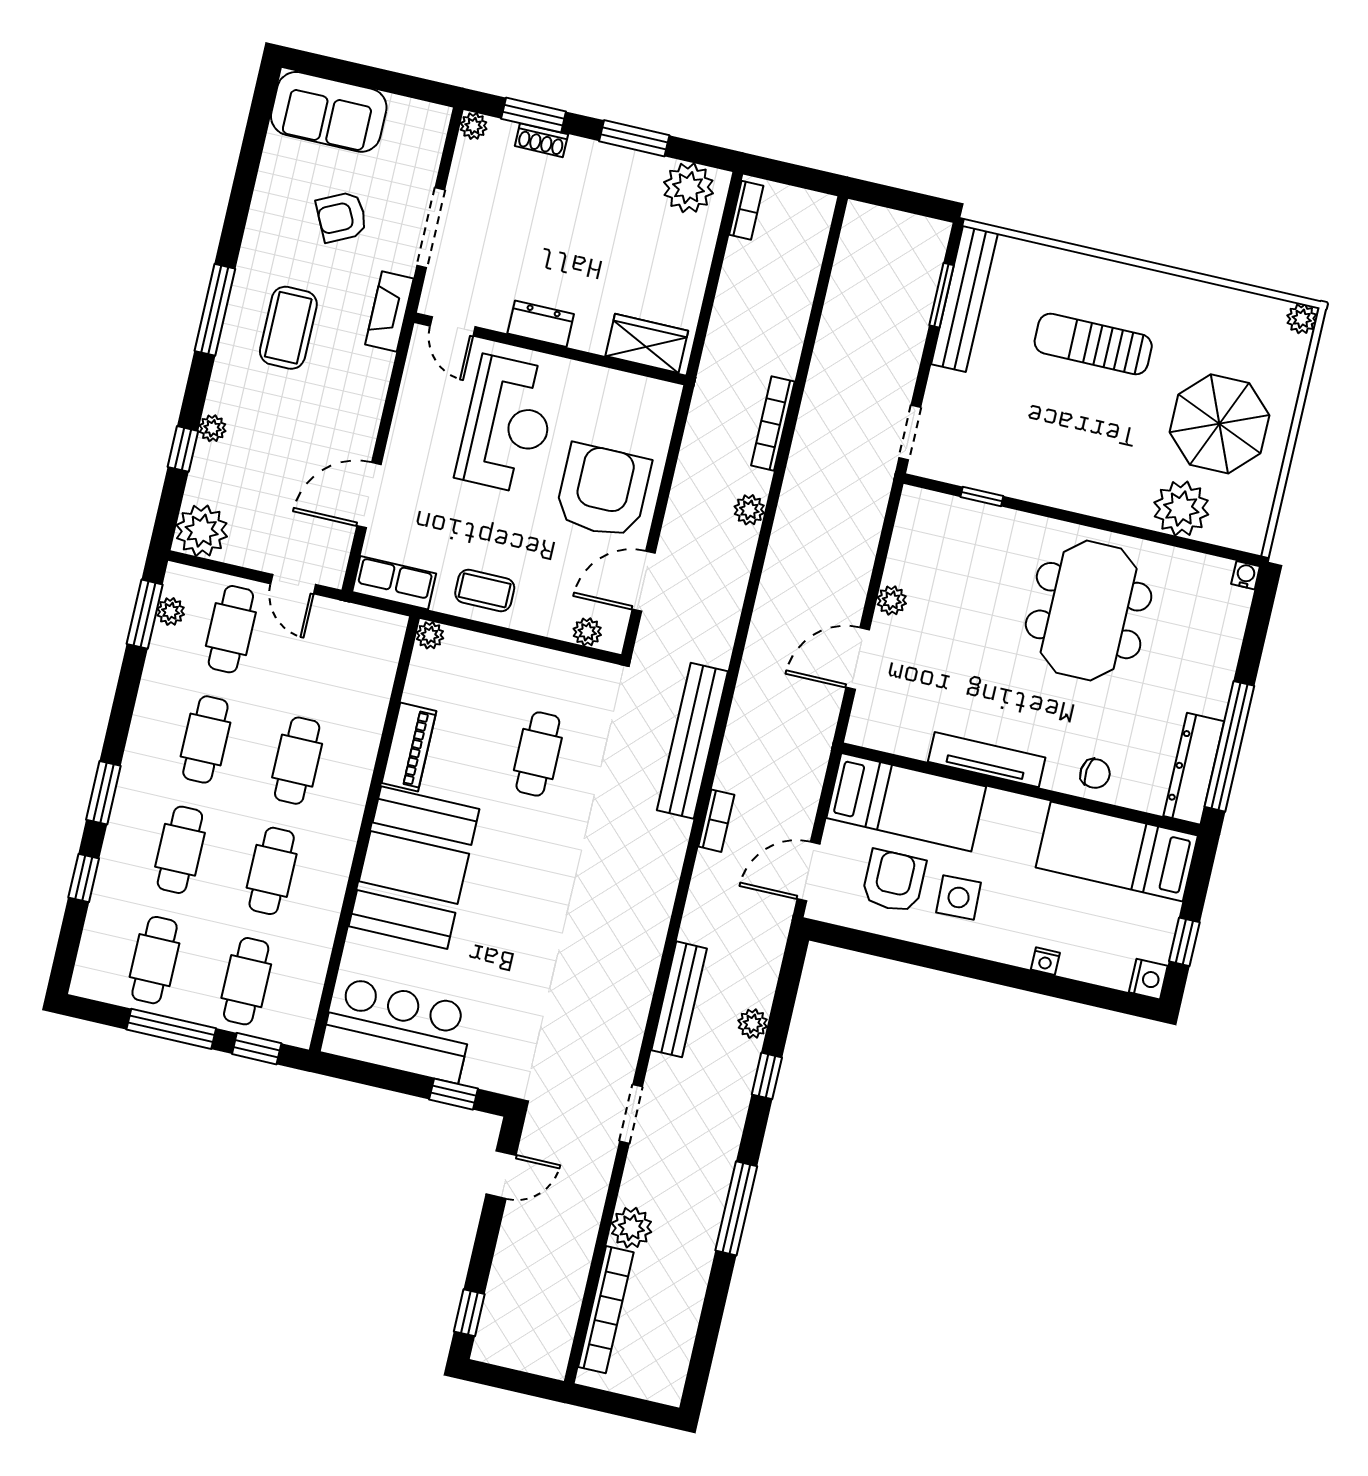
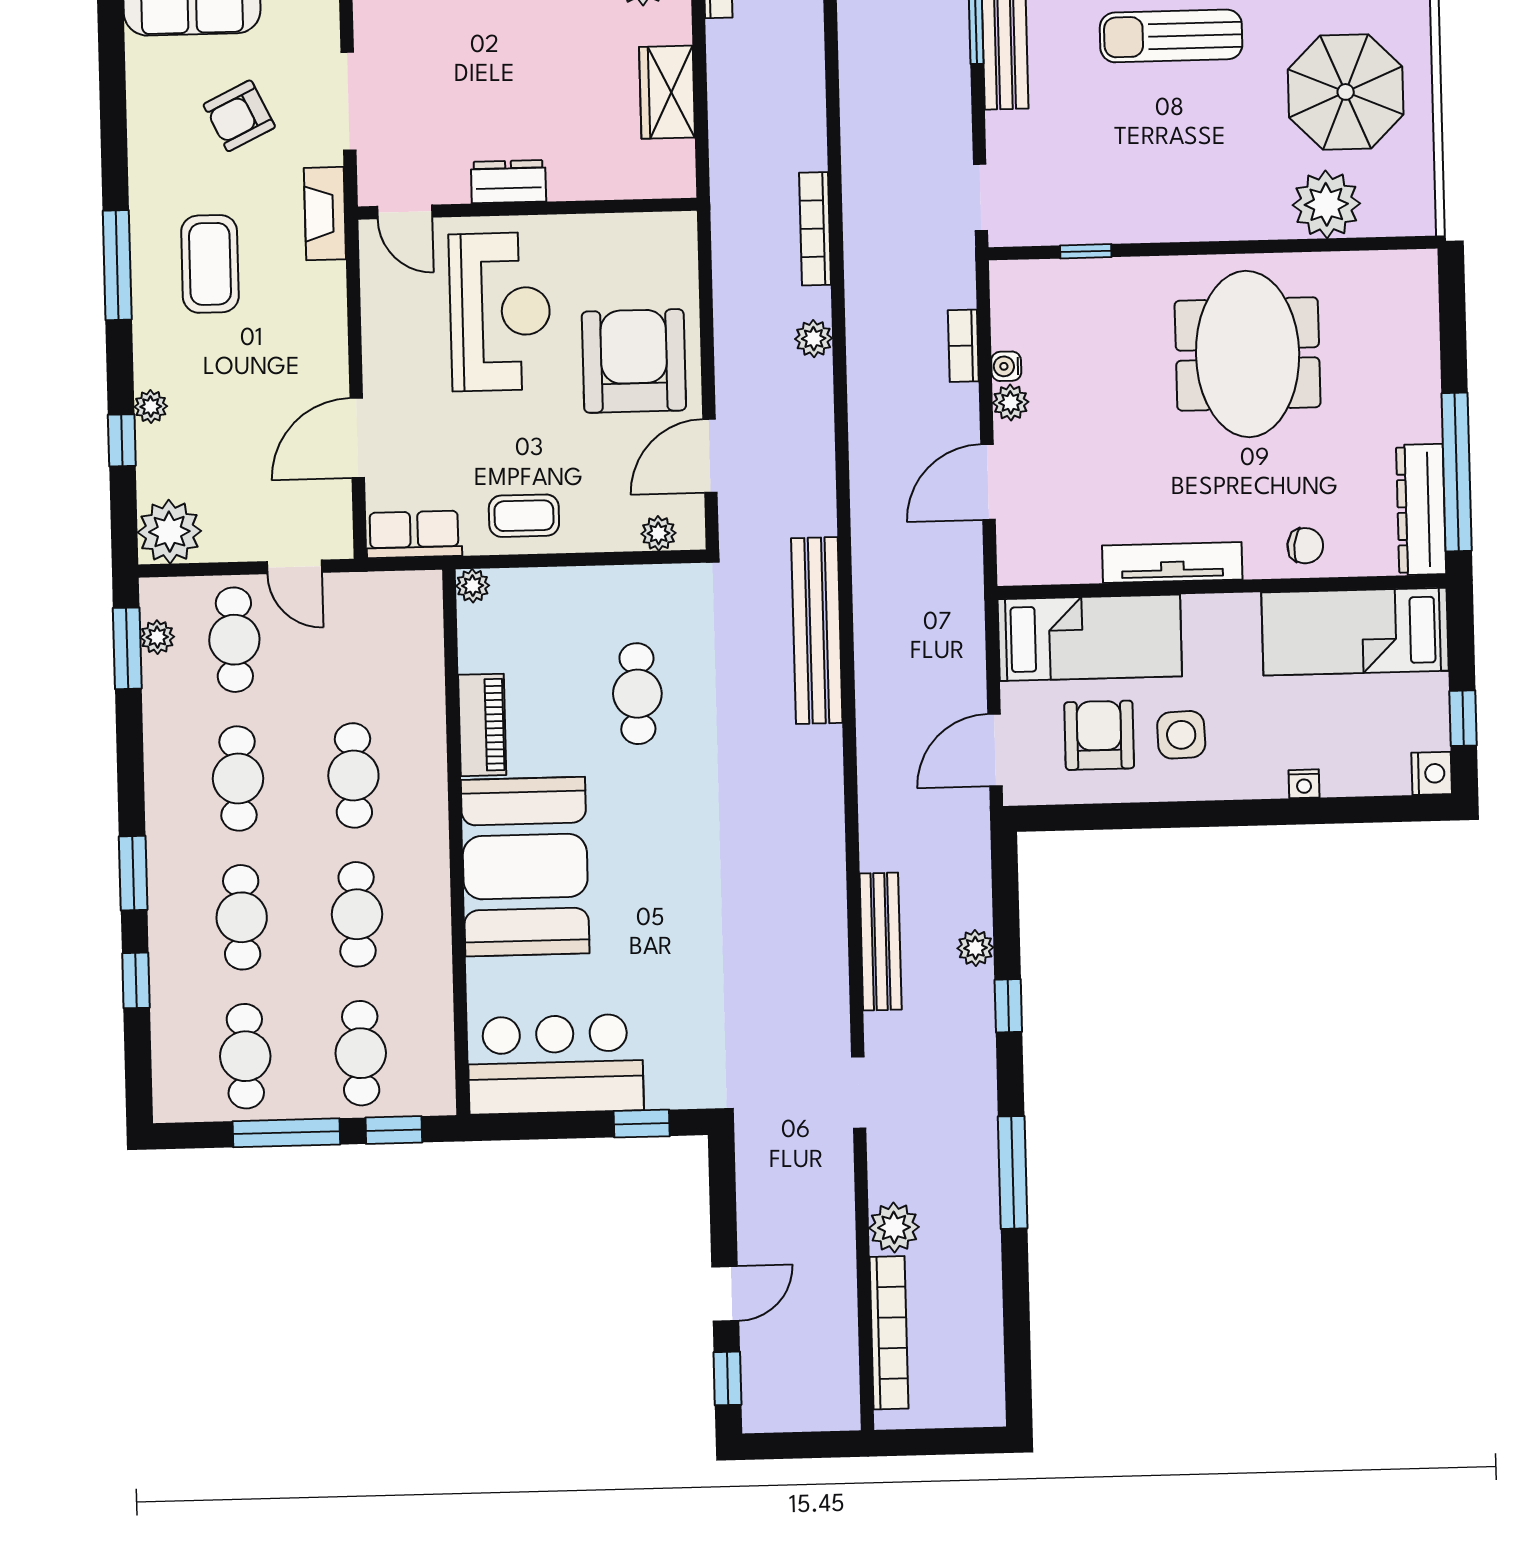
wardrobe: (647, 343) -> (667, 92), moved, turned -90
water cooler: (1246, 575) -> (1006, 366), moved, turned -90
bookcase: (716, 821) -> (963, 346), moved, turned 180
door: (501, 1175) -> (725, 1294), moved

